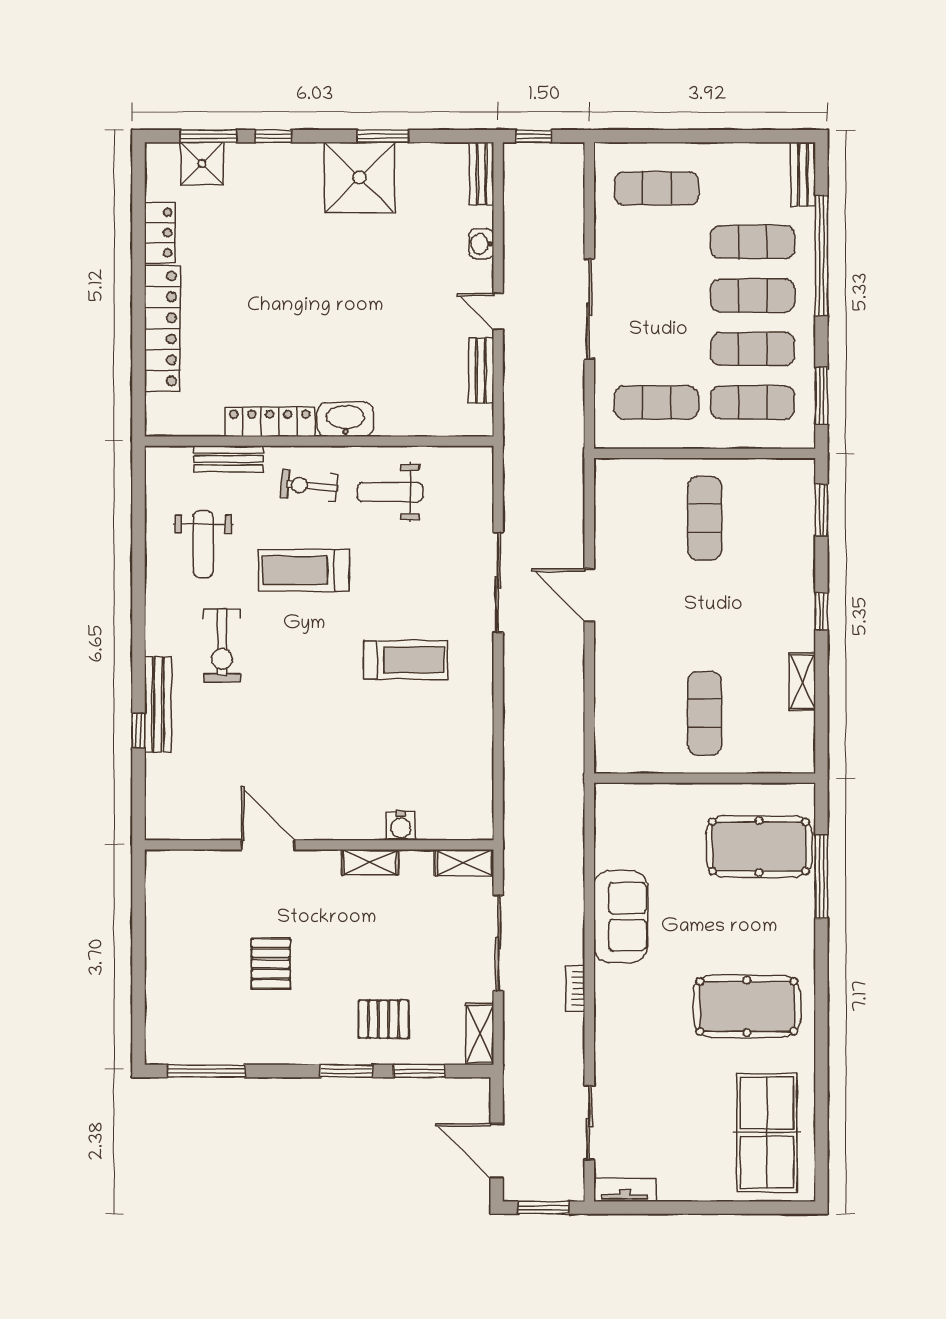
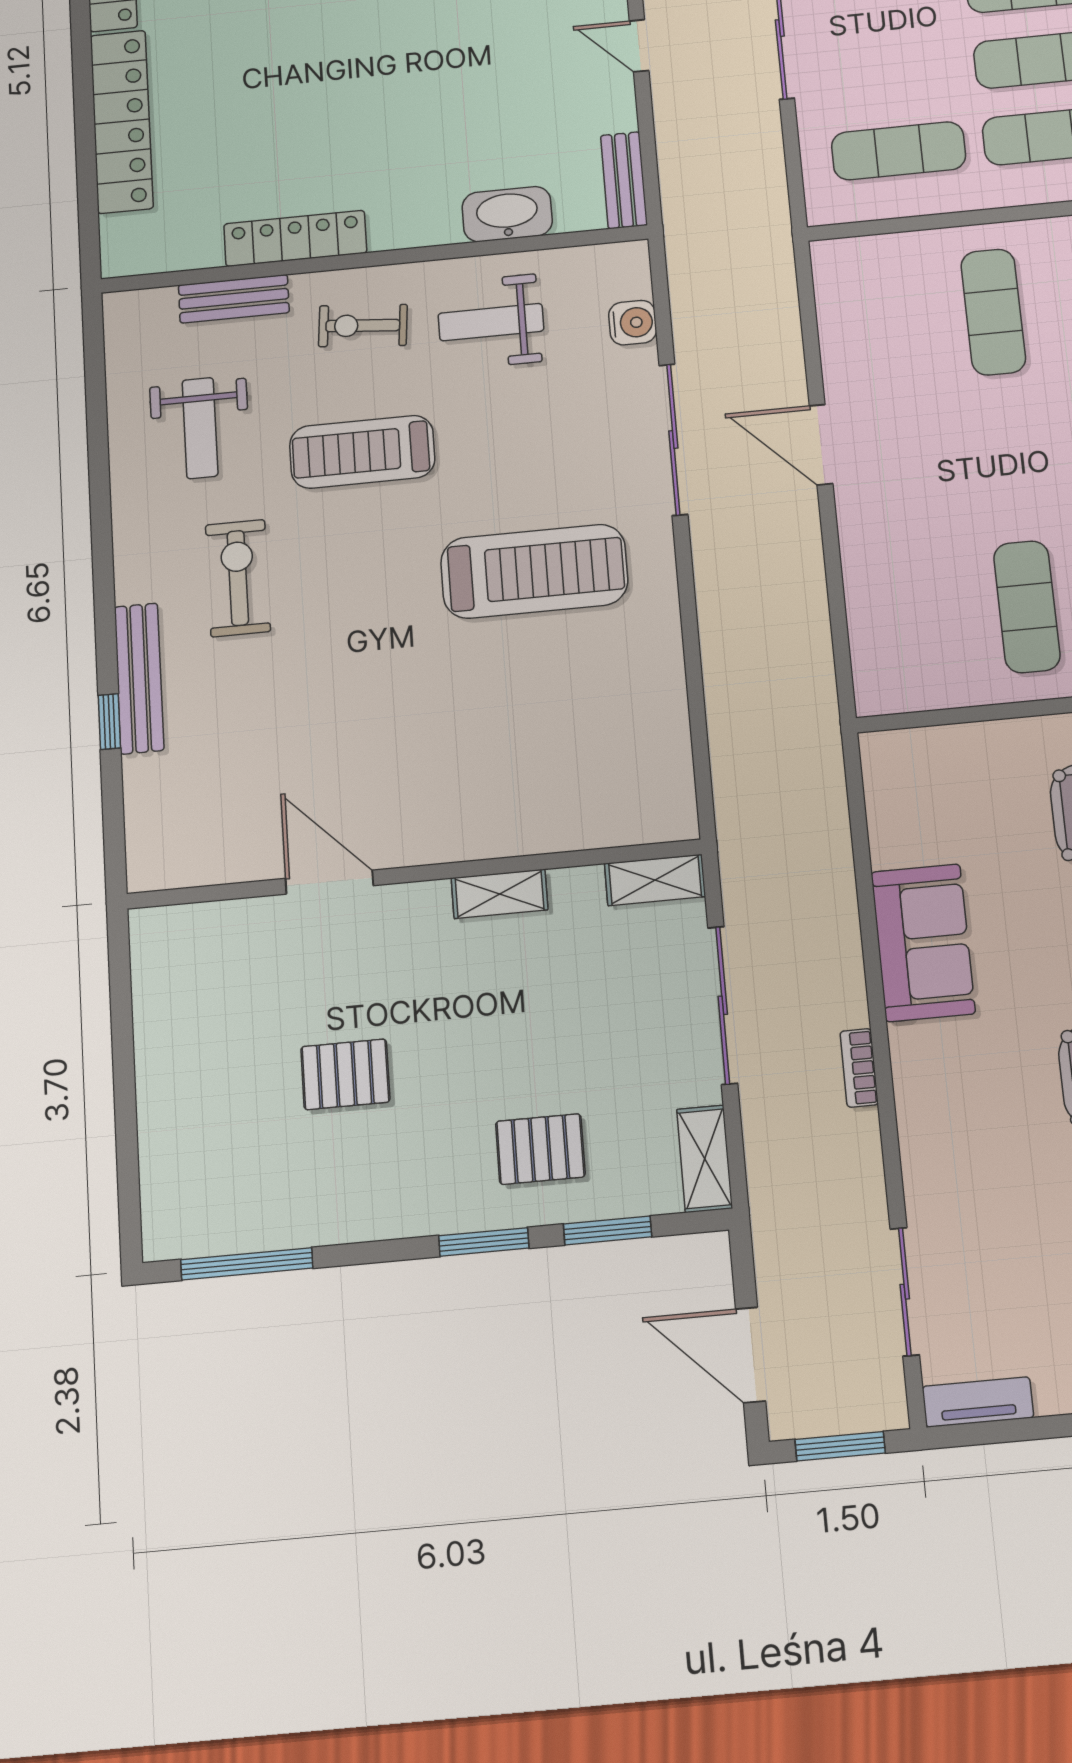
bench: (481, 371) -> (624, 180), moved
washbasin: (345, 419) -> (507, 214), moved
exercise bike: (222, 646) -> (238, 578), turned 180
treadmill: (406, 660) -> (534, 571), width x1.37, depth x1.38
water cooler: (401, 826) -> (633, 323), moved, turned -90
pallet: (271, 964) -> (345, 1074), turned 90

